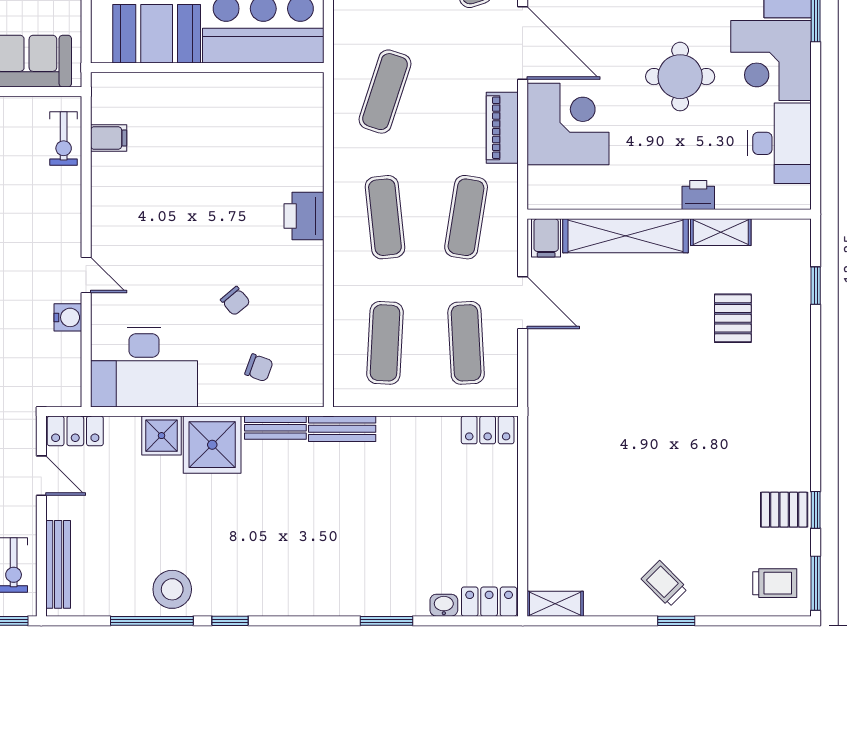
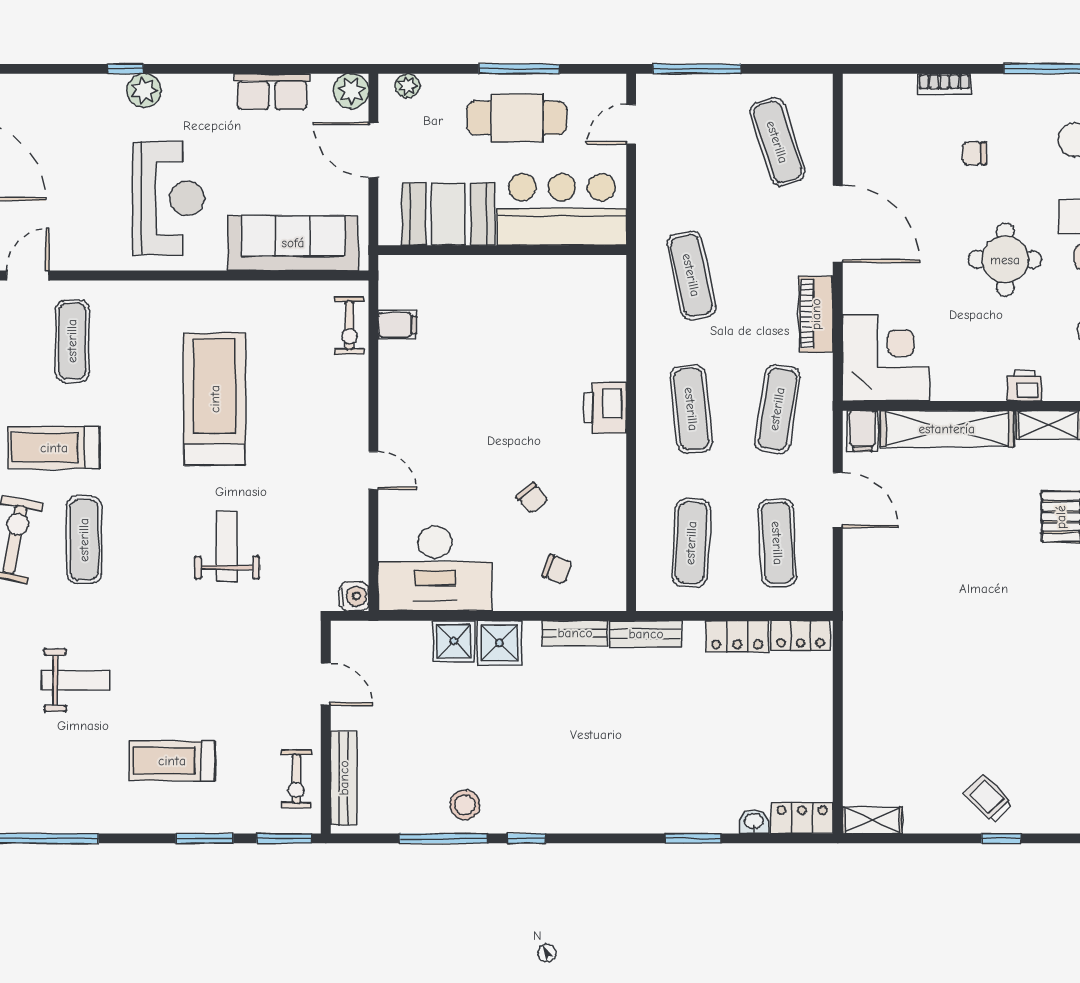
exercise mat: (385, 92) -> (691, 275), turned -30
corner desk: (568, 124) -> (886, 358), moved
water cooler: (68, 317) -> (354, 596), moved
locker: (75, 431) -> (737, 636), moved
shower: (212, 445) -> (499, 643), width x0.73, depth x0.73
stool: (172, 589) -> (465, 805), width x0.73, depth x0.73

